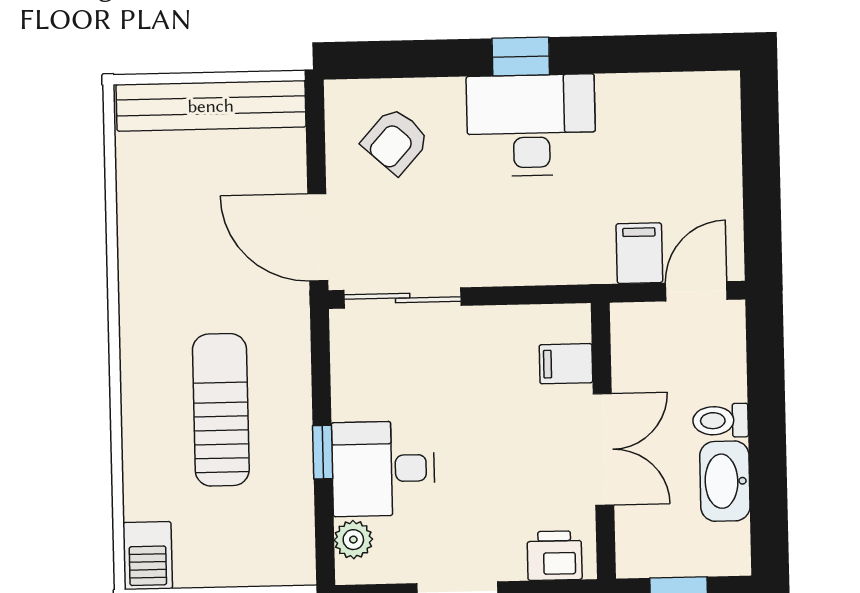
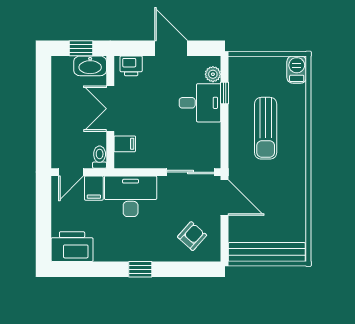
printer: (690, 108) -> (72, 247), added
desk: (531, 125) -> (131, 196), moved, turned 180
toilet: (721, 421) -> (100, 157), moved, turned -90
window: (323, 452) -> (225, 93), moved
washbasin: (725, 481) -> (90, 66), moved, turned 90

